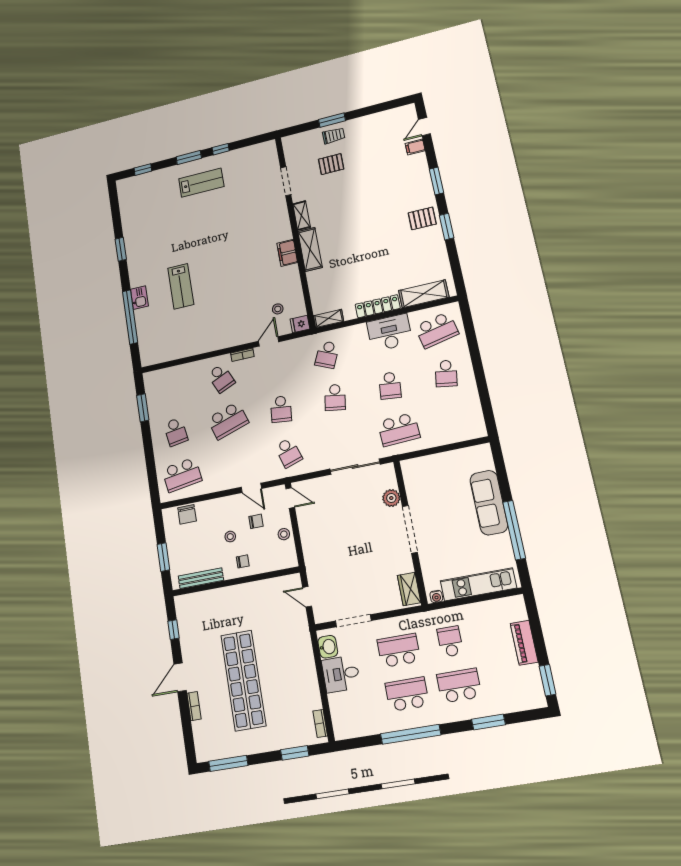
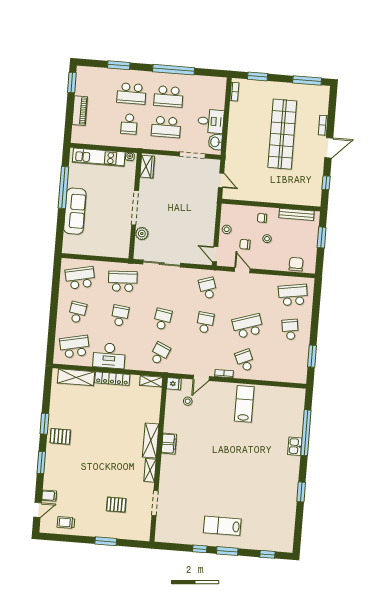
trolley: (334, 136) -> (66, 522), moved
lab bench: (181, 286) -> (244, 404), moved
school desk: (455, 418) -> (80, 278), added

